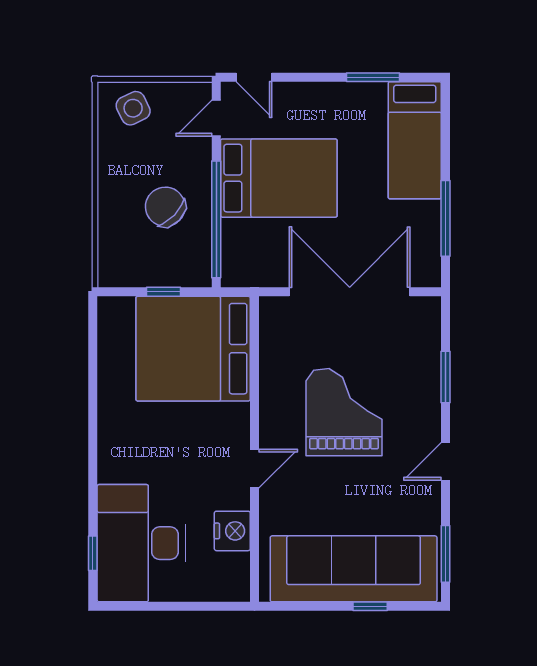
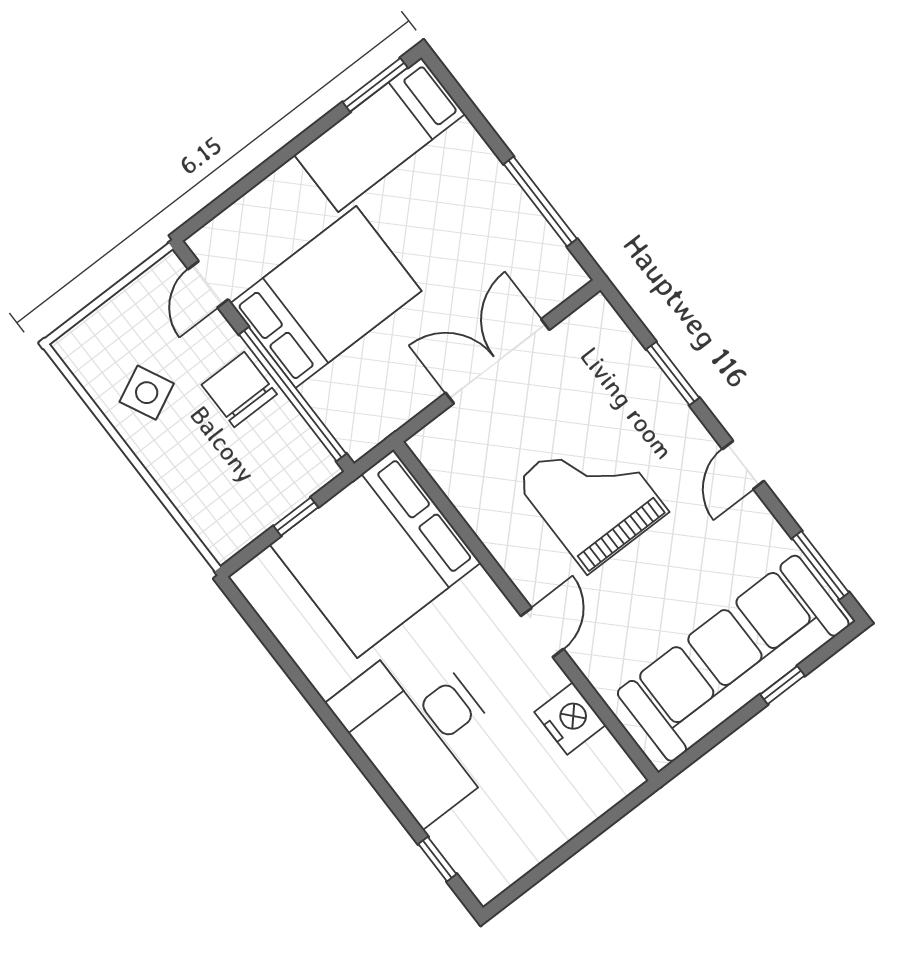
door: (254, 77) -> (215, 208), removed
window: (373, 77) -> (375, 85), moved
side table: (133, 108) -> (147, 393), moved
bed: (415, 140) -> (380, 135), moved, turned 90
chair: (165, 207) -> (239, 389), moved, turned 46
double door: (350, 292) -> (497, 361), width x0.73
desk: (141, 543) -> (421, 730), moved

